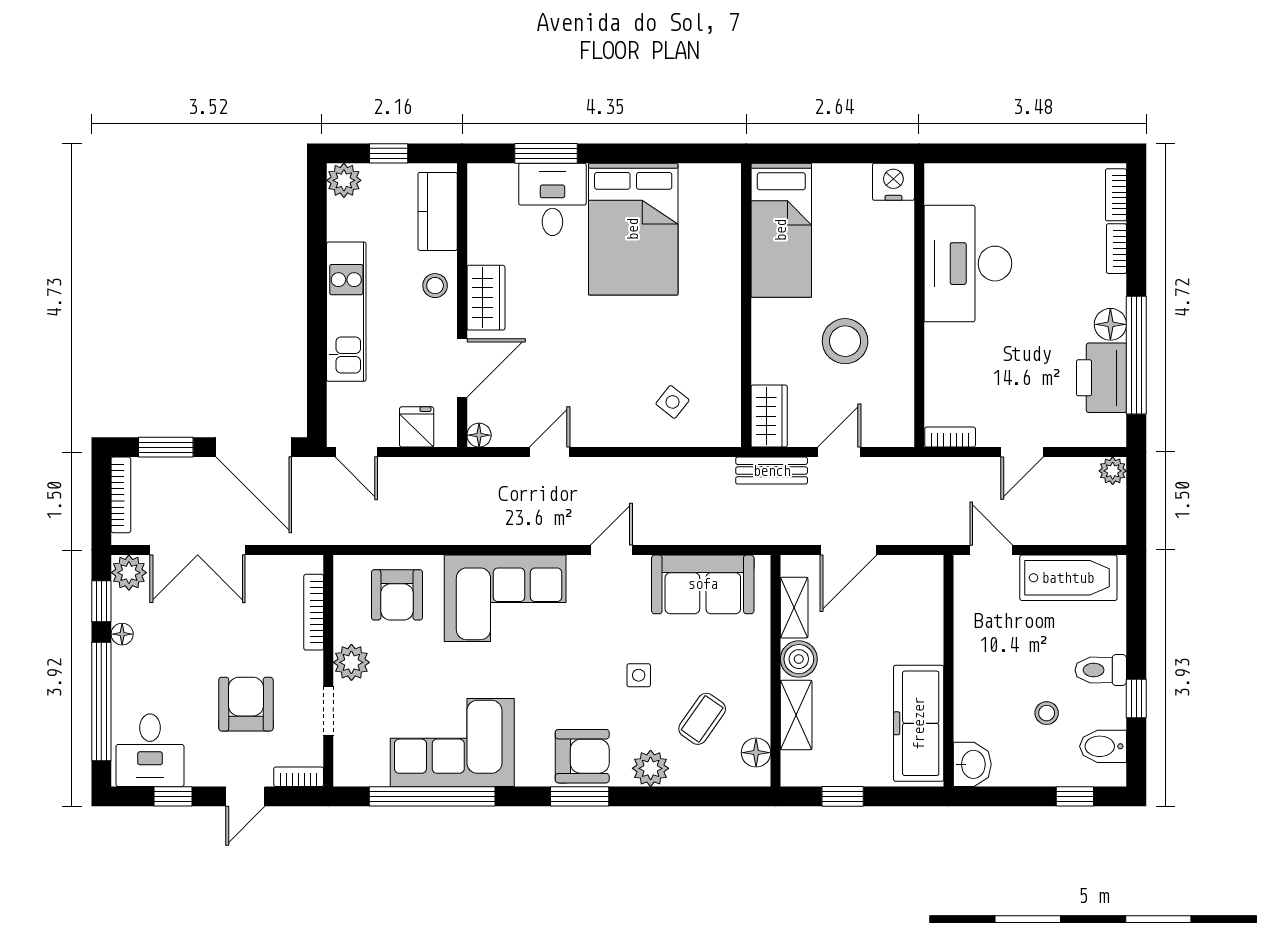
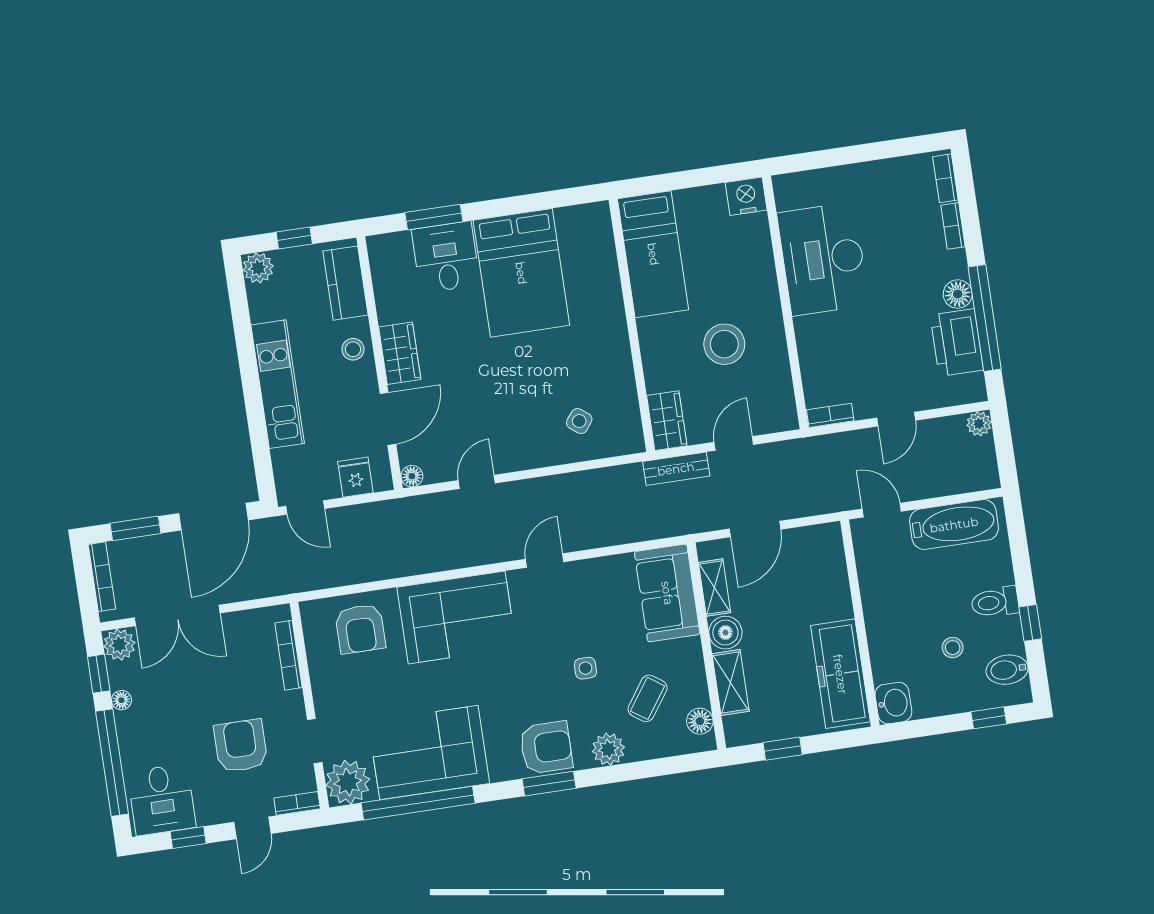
door: (254, 447) -> (214, 517), hinge flipped
sofa: (703, 584) -> (667, 593), moved, turned 90
plant: (351, 662) -> (348, 782), moved, width x1.36, depth x1.36

